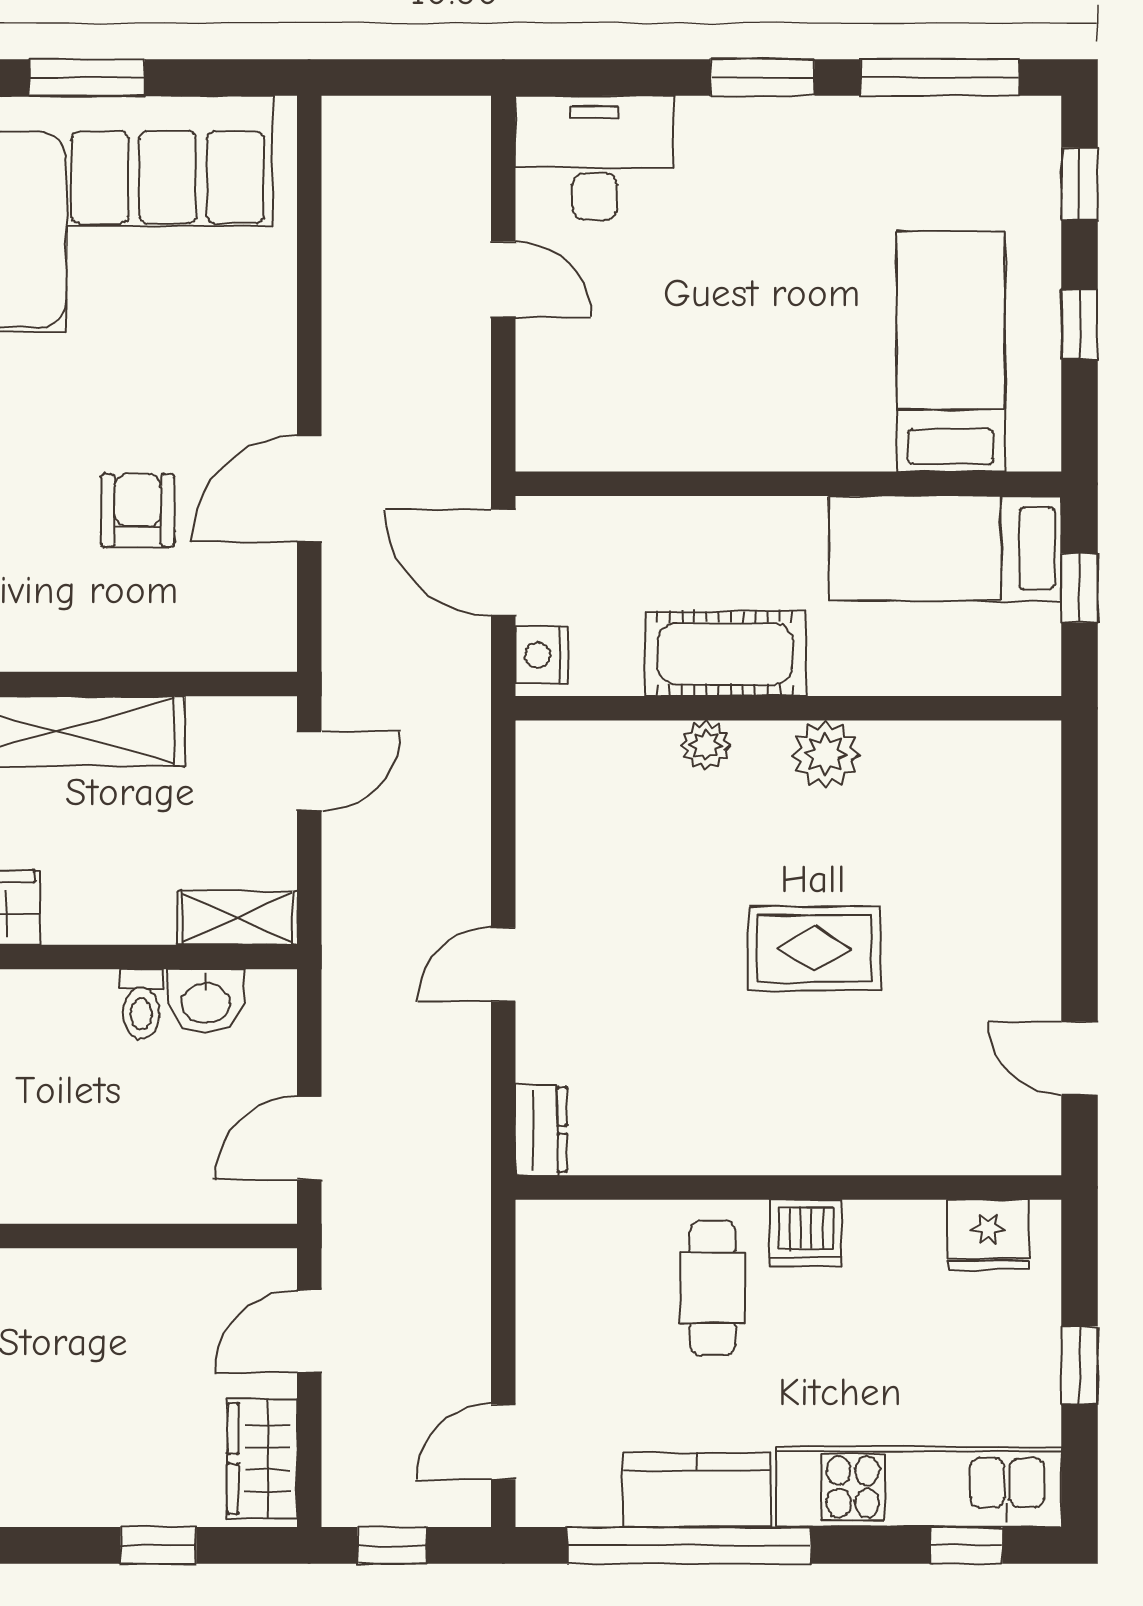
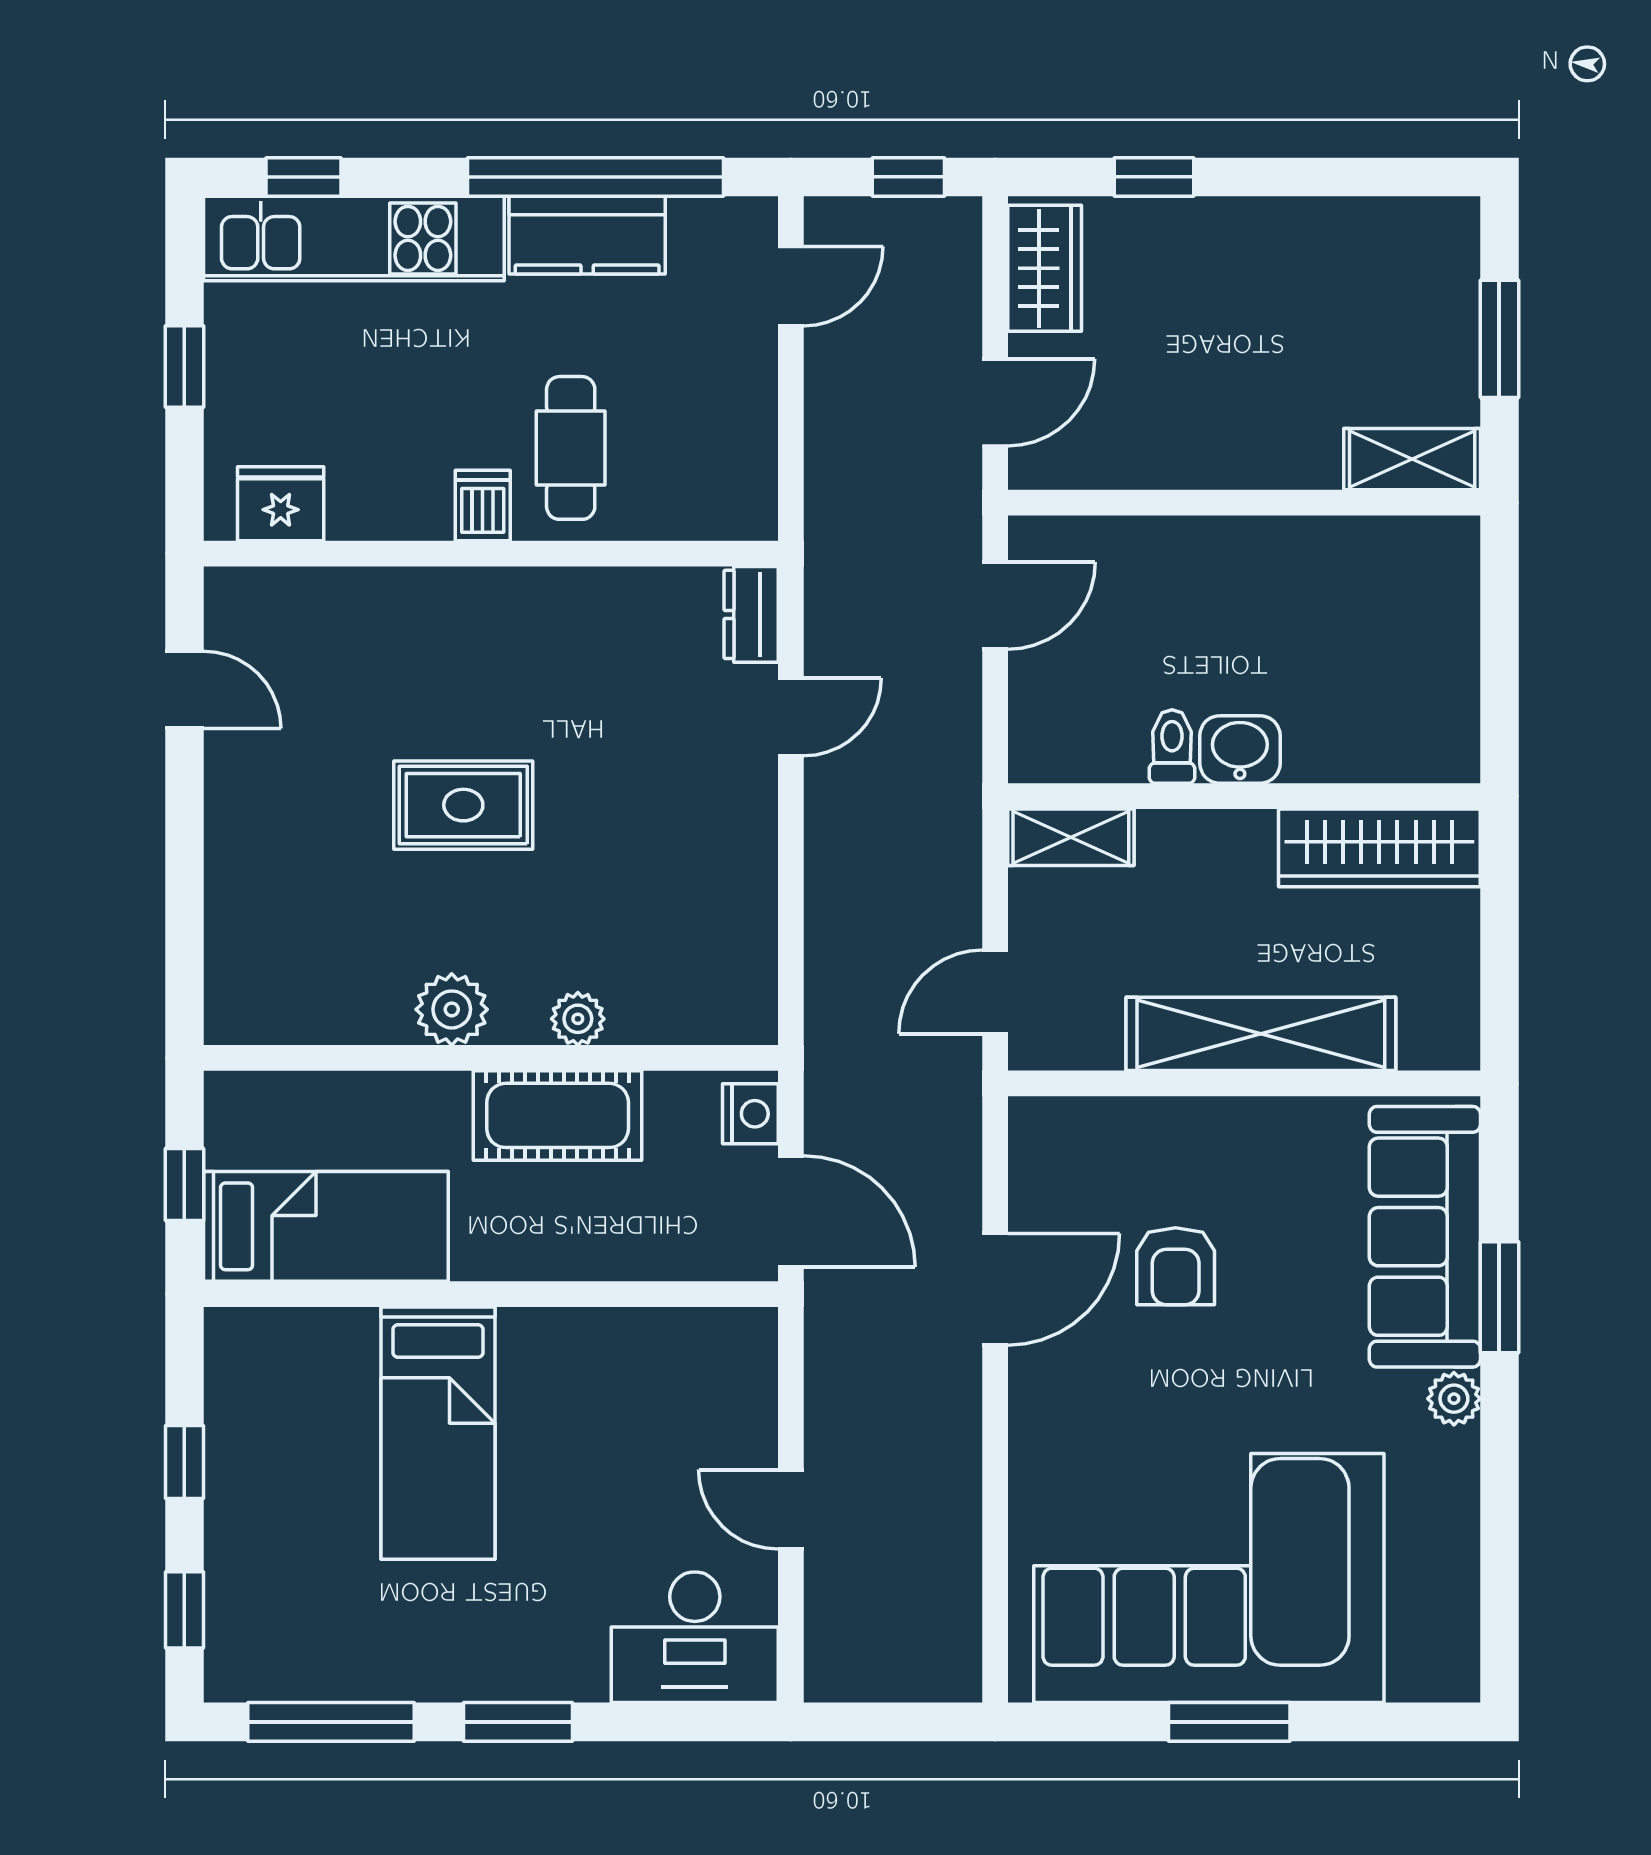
bed: (951, 352) -> (438, 1433), moved
door: (503, 965) -> (791, 717), moved
washbasin: (206, 1001) -> (1240, 749), moved
dishwasher: (806, 1233) -> (483, 505), width x0.73

